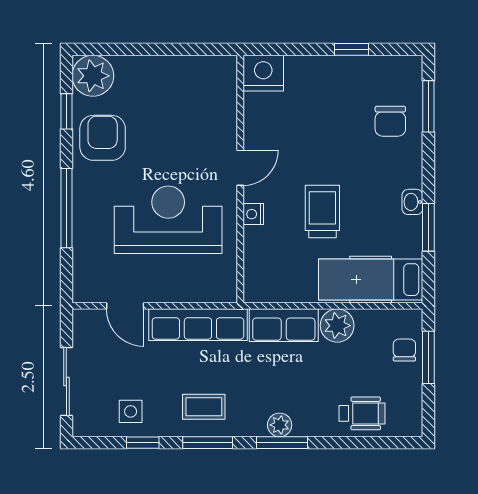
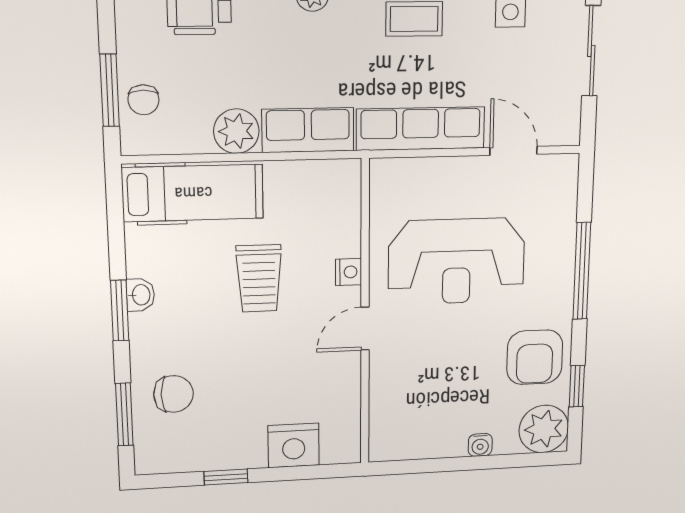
water cooler: (146, 65) -> (480, 445), added
nightstand: (263, 73) -> (294, 445), moved
chair: (390, 121) -> (173, 394), turned 90
window: (428, 227) -> (120, 311), moved

